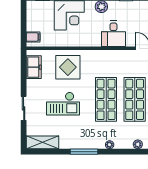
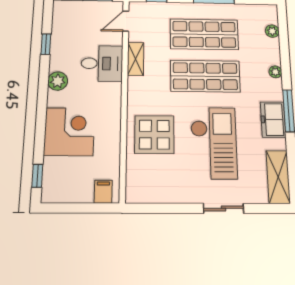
shelving: (117, 55) -> (136, 59), added
freezer: (34, 67) -> (273, 120), moved, turned -90
checkout: (63, 104) -> (214, 143), width x1.36, depth x1.21

